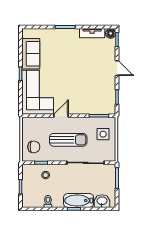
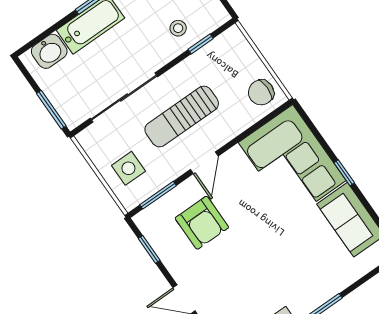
armchair: (89, 93) -> (202, 223), added
door: (61, 116) -> (204, 163), moved
chair: (34, 147) -> (261, 92), moved

